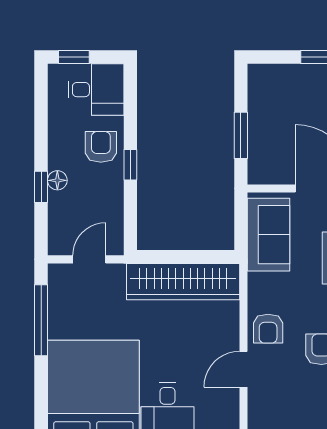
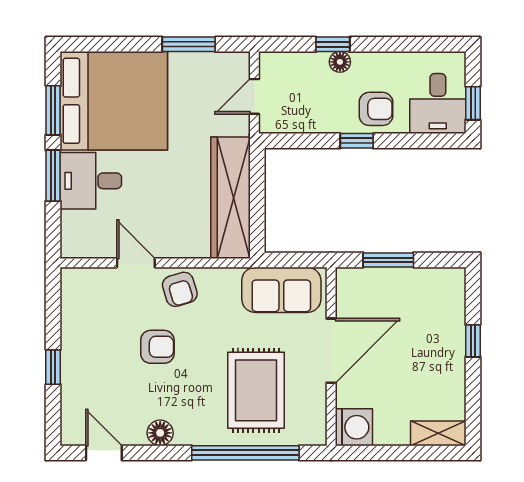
window: (74, 57) -> (473, 103), moved
door: (89, 259) -> (254, 96), swing flipped
window: (41, 320) -> (189, 44), width x0.69
armchair: (268, 329) -> (180, 289), turned -107

